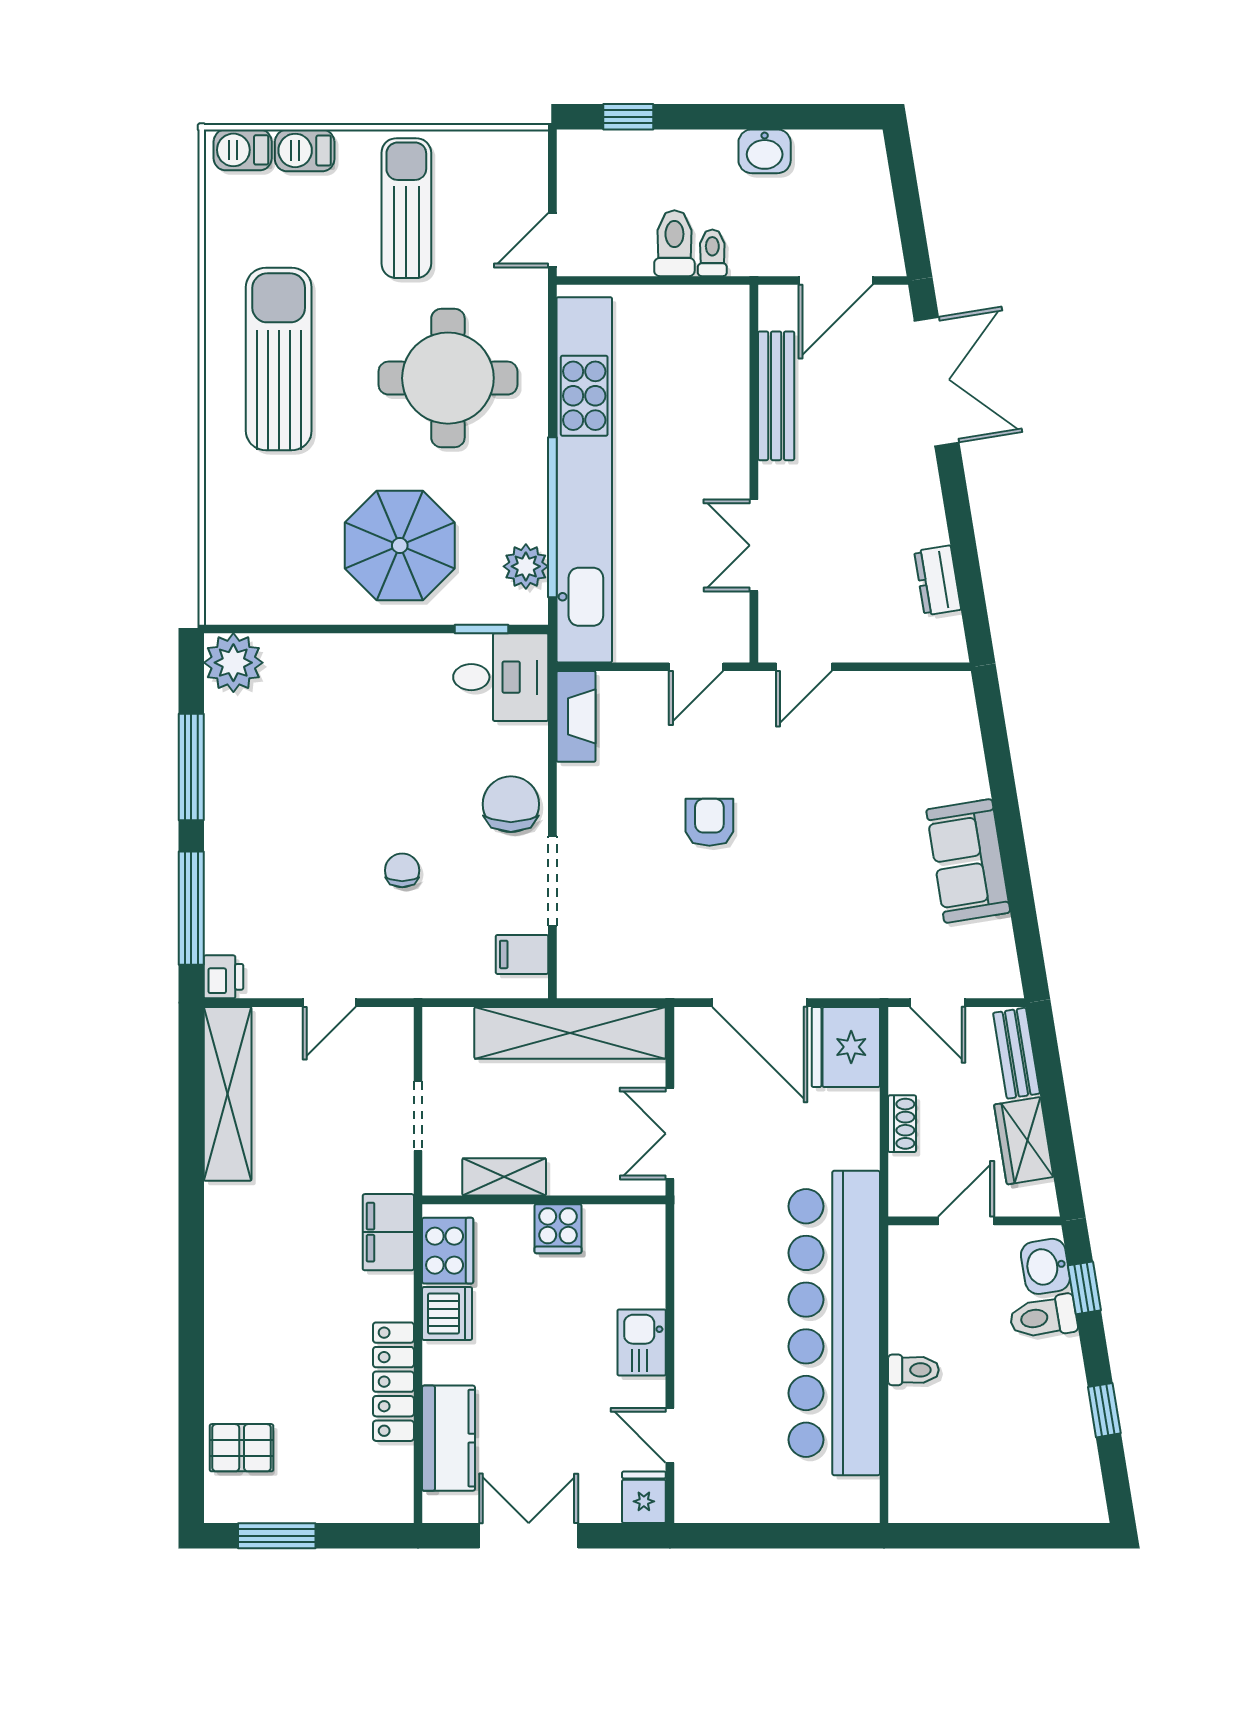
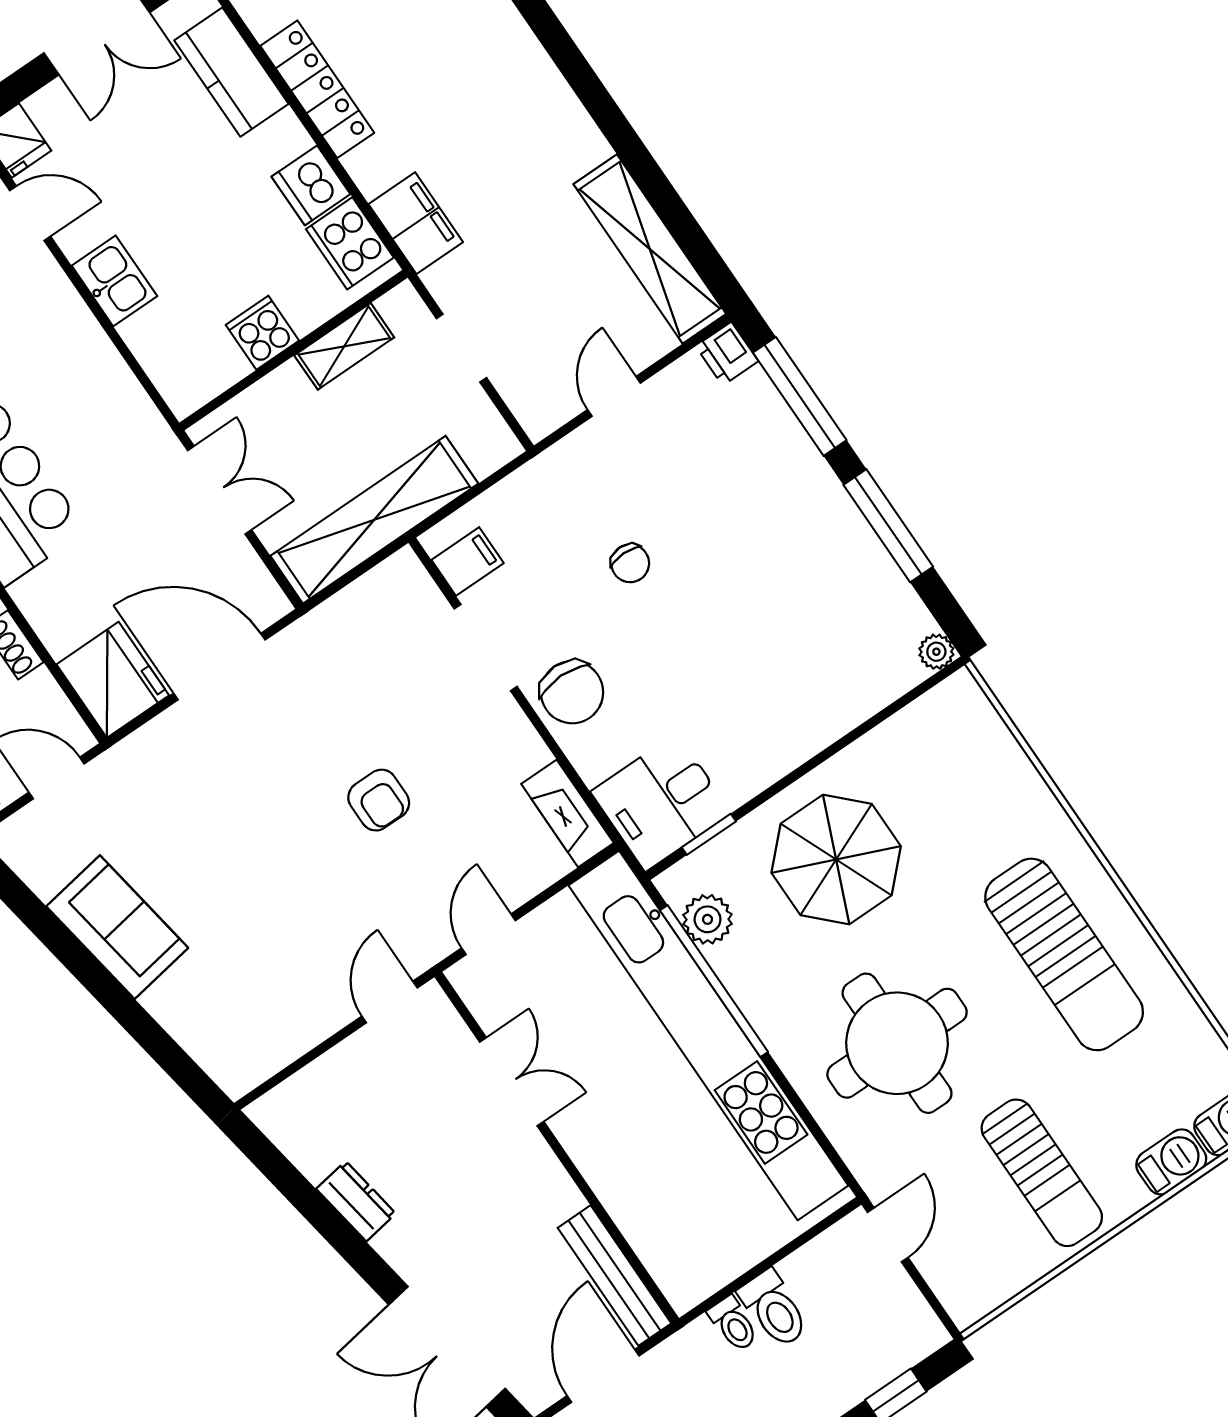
bench: (776, 396) -> (614, 1276), moved
dresser: (938, 580) -> (356, 1201), moved
plant: (233, 663) -> (936, 652), width x0.53, depth x0.53

